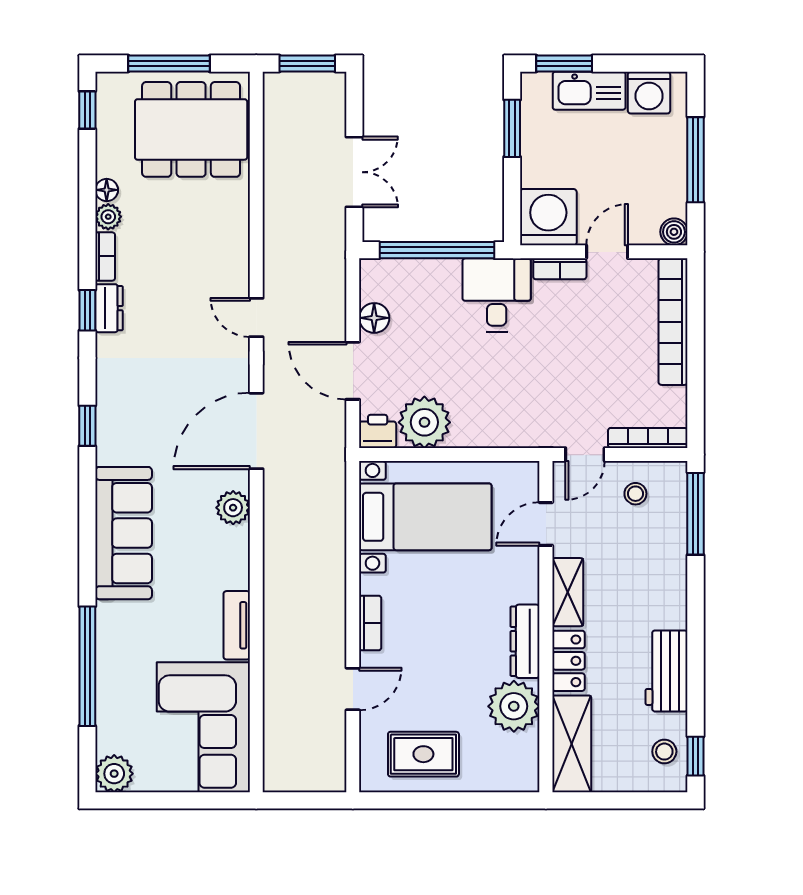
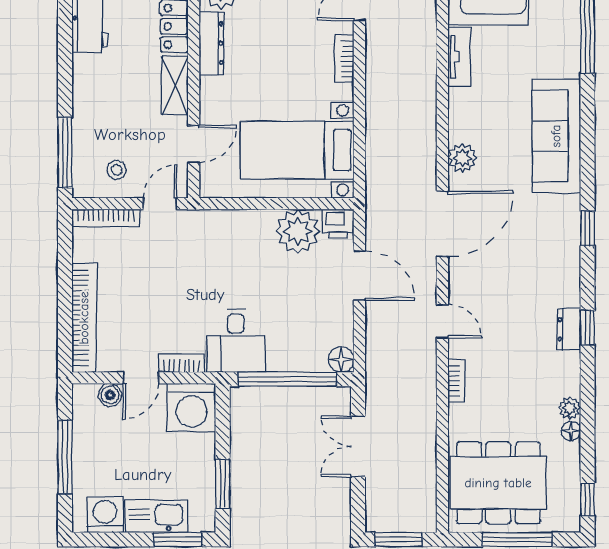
boiler: (674, 232) -> (110, 395), moved
bookcase: (105, 256) -> (456, 381), moved, turned 180
floor lamp: (374, 318) -> (341, 359), moved

